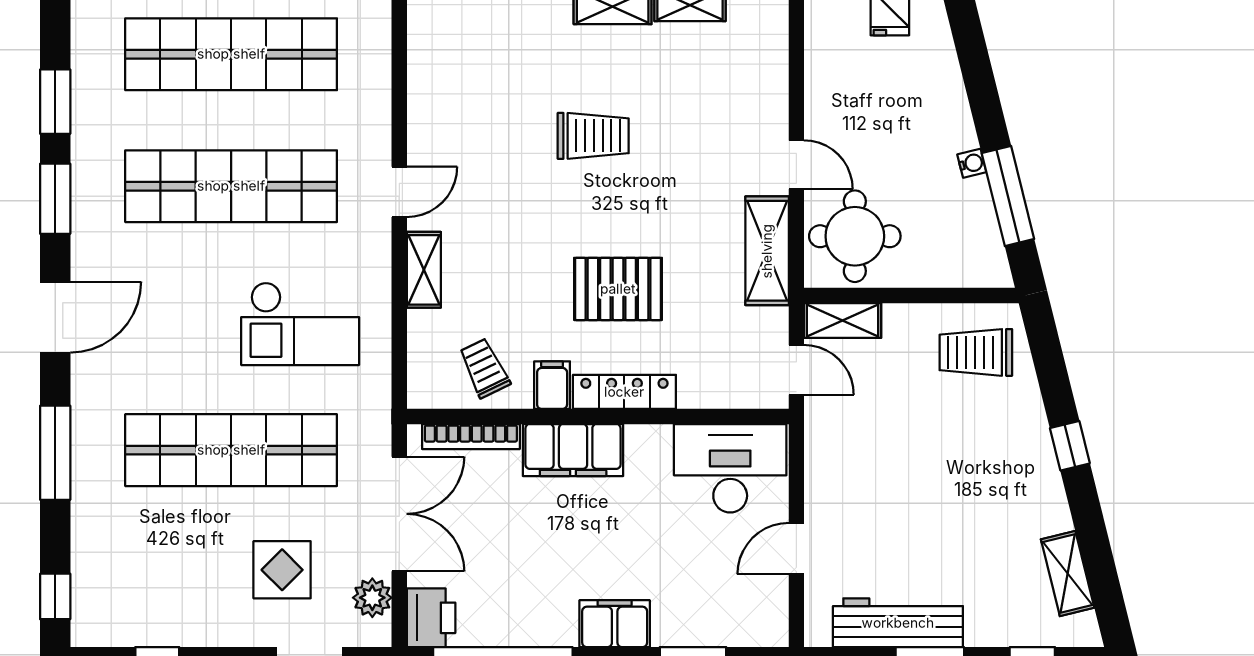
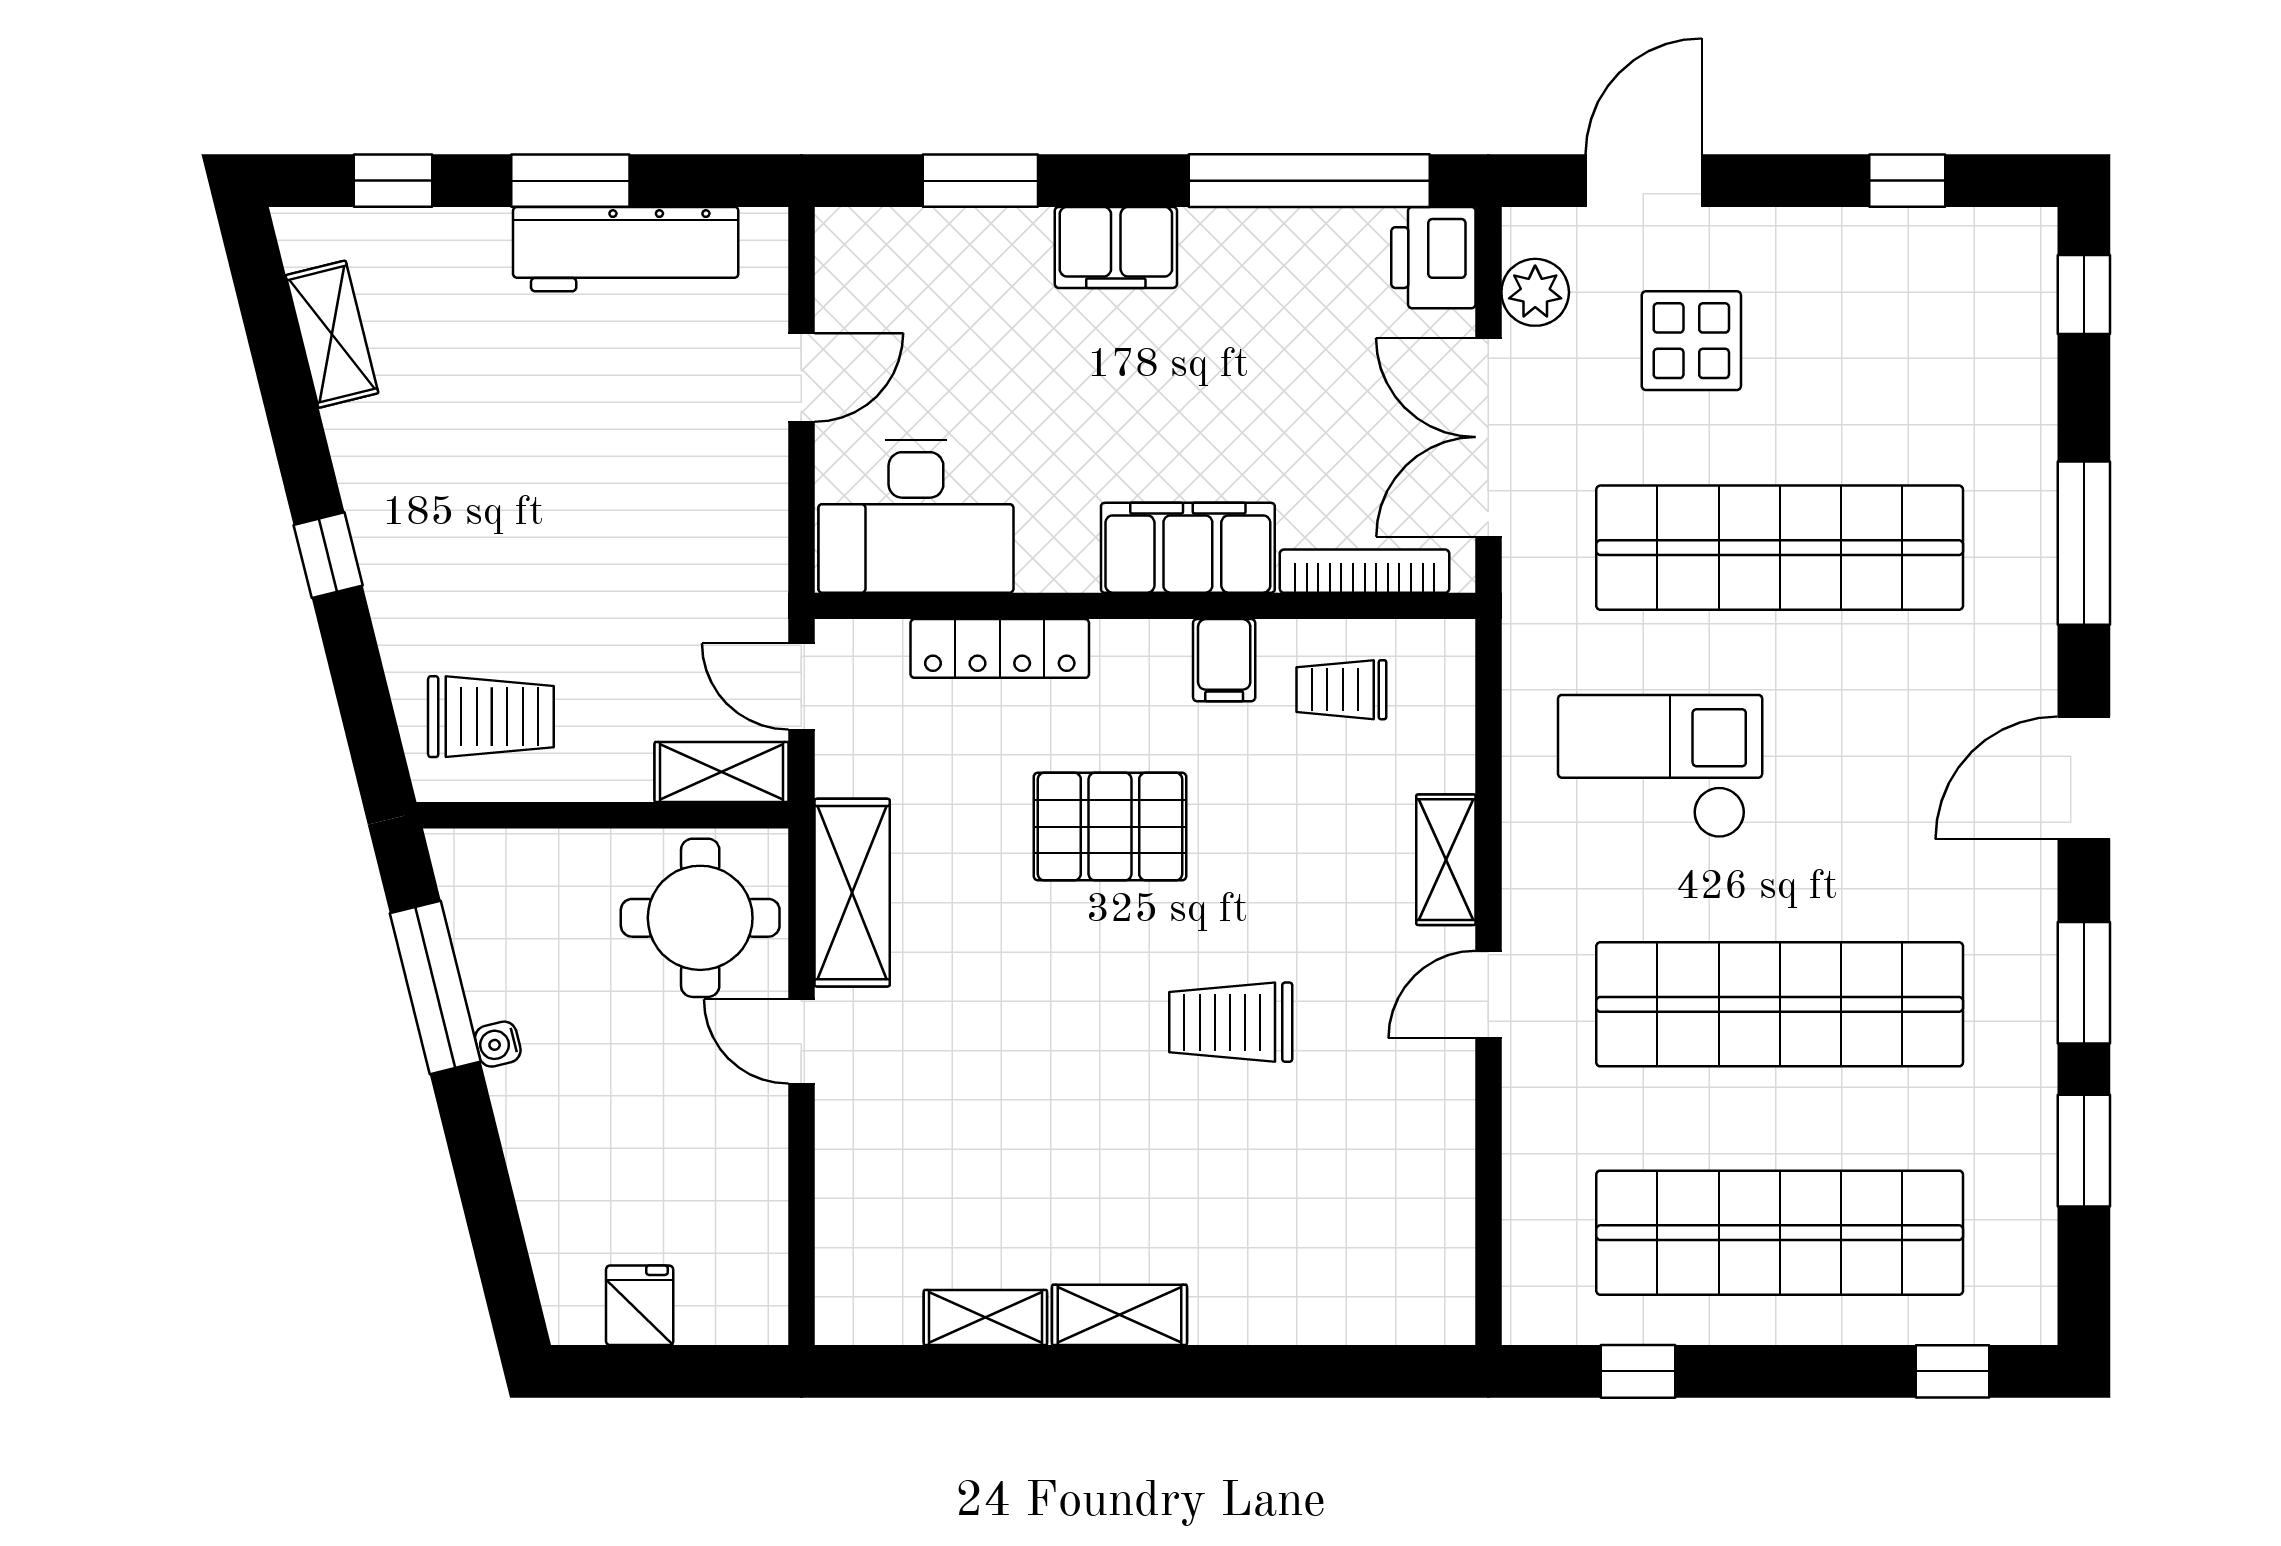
trolley: (593, 136) -> (1231, 1022), moved
trolley: (484, 368) -> (1341, 690), turned 116
locker: (624, 392) -> (1000, 648), moved

